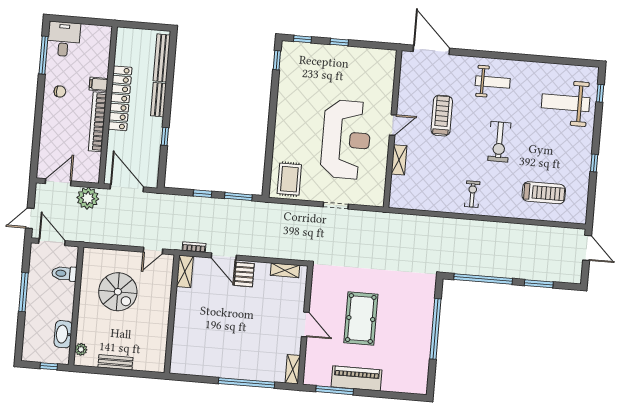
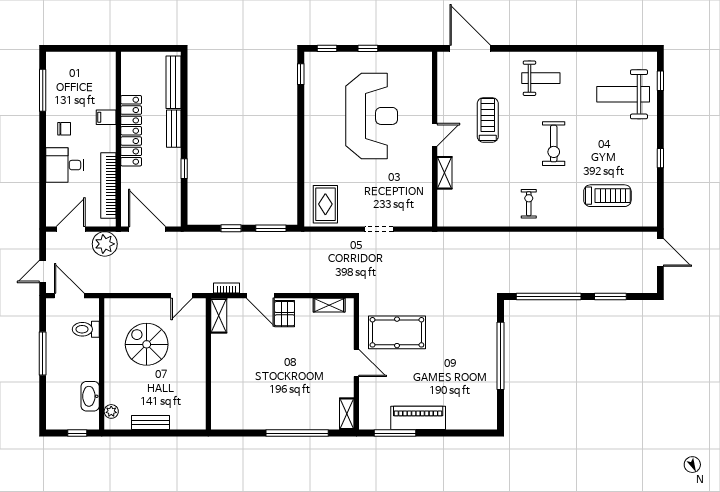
desk: (64, 39) -> (65, 165), moved, turned -90
bookcase: (97, 122) -> (108, 185), moved
reception desk: (346, 140) -> (372, 116), moved
spiral stairs: (118, 292) -> (147, 344), turned 180
pool table: (361, 318) -> (397, 332), moved, turned 90

